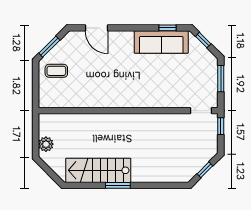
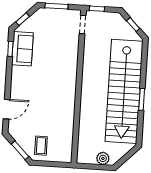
sofa: (161, 42) -> (22, 49), width x0.73
stairs: (98, 170) -> (124, 91), width x1.86, depth x1.51

